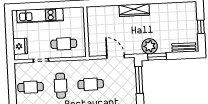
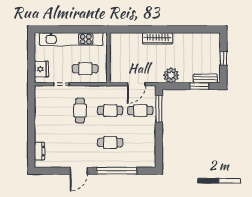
kitchen unit: (40, 15) -> (71, 39), width x1.36
door: (116, 57) -> (136, 84), swing flipped
window: (157, 57) -> (199, 86), moved
cafe table: (31, 87) -> (140, 110), moved

